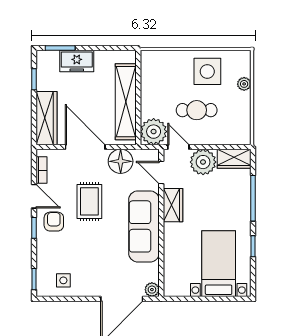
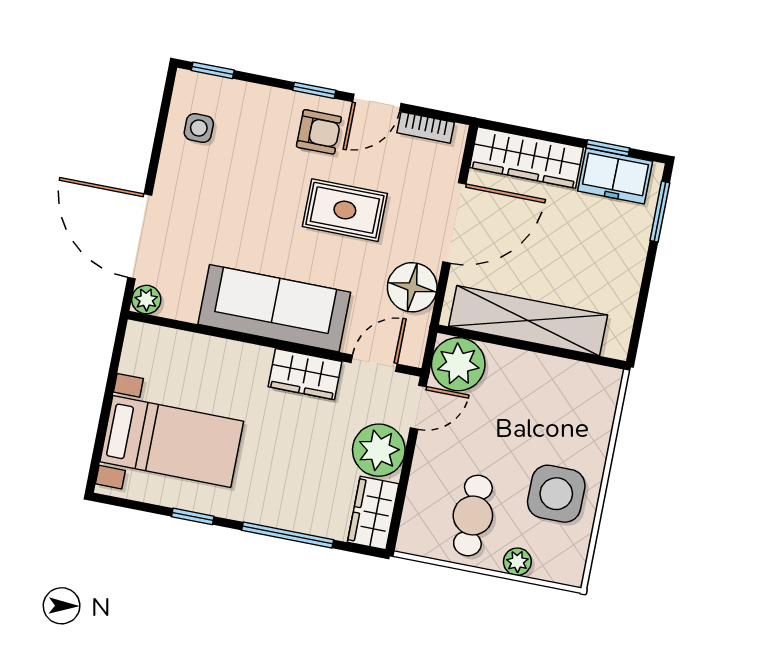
freezer: (77, 61) -> (615, 176), moved, turned -90
cafe table: (197, 110) -> (473, 516), moved

